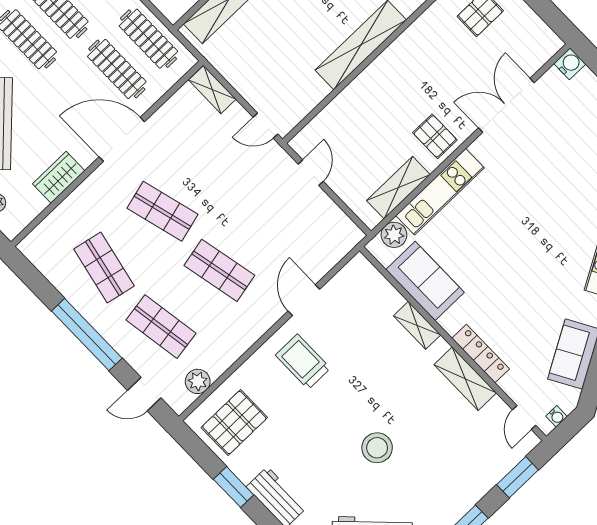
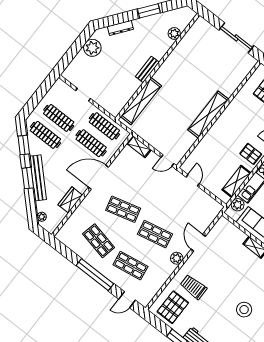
trolley: (303, 362) -> (193, 287), moved
plant: (198, 381) -> (177, 258), moved

